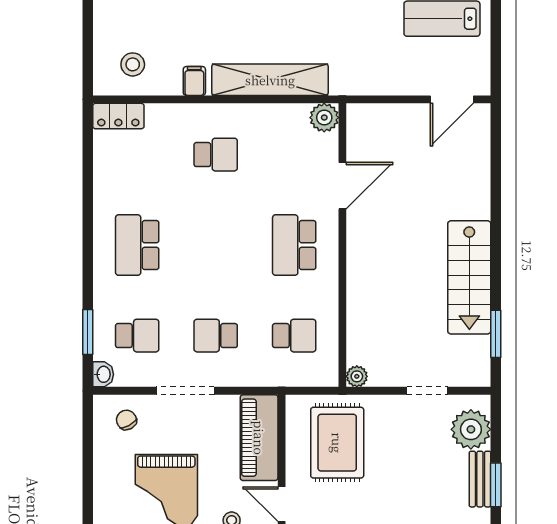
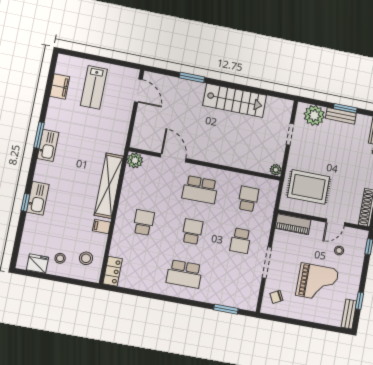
stool: (124, 19) -> (60, 258), added
window: (496, 334) -> (192, 77), moved
school desk: (137, 336) -> (192, 232), moved
washbasin: (103, 374) -> (250, 305), removed
piano: (259, 438) -> (293, 224), width x0.73, depth x0.75

